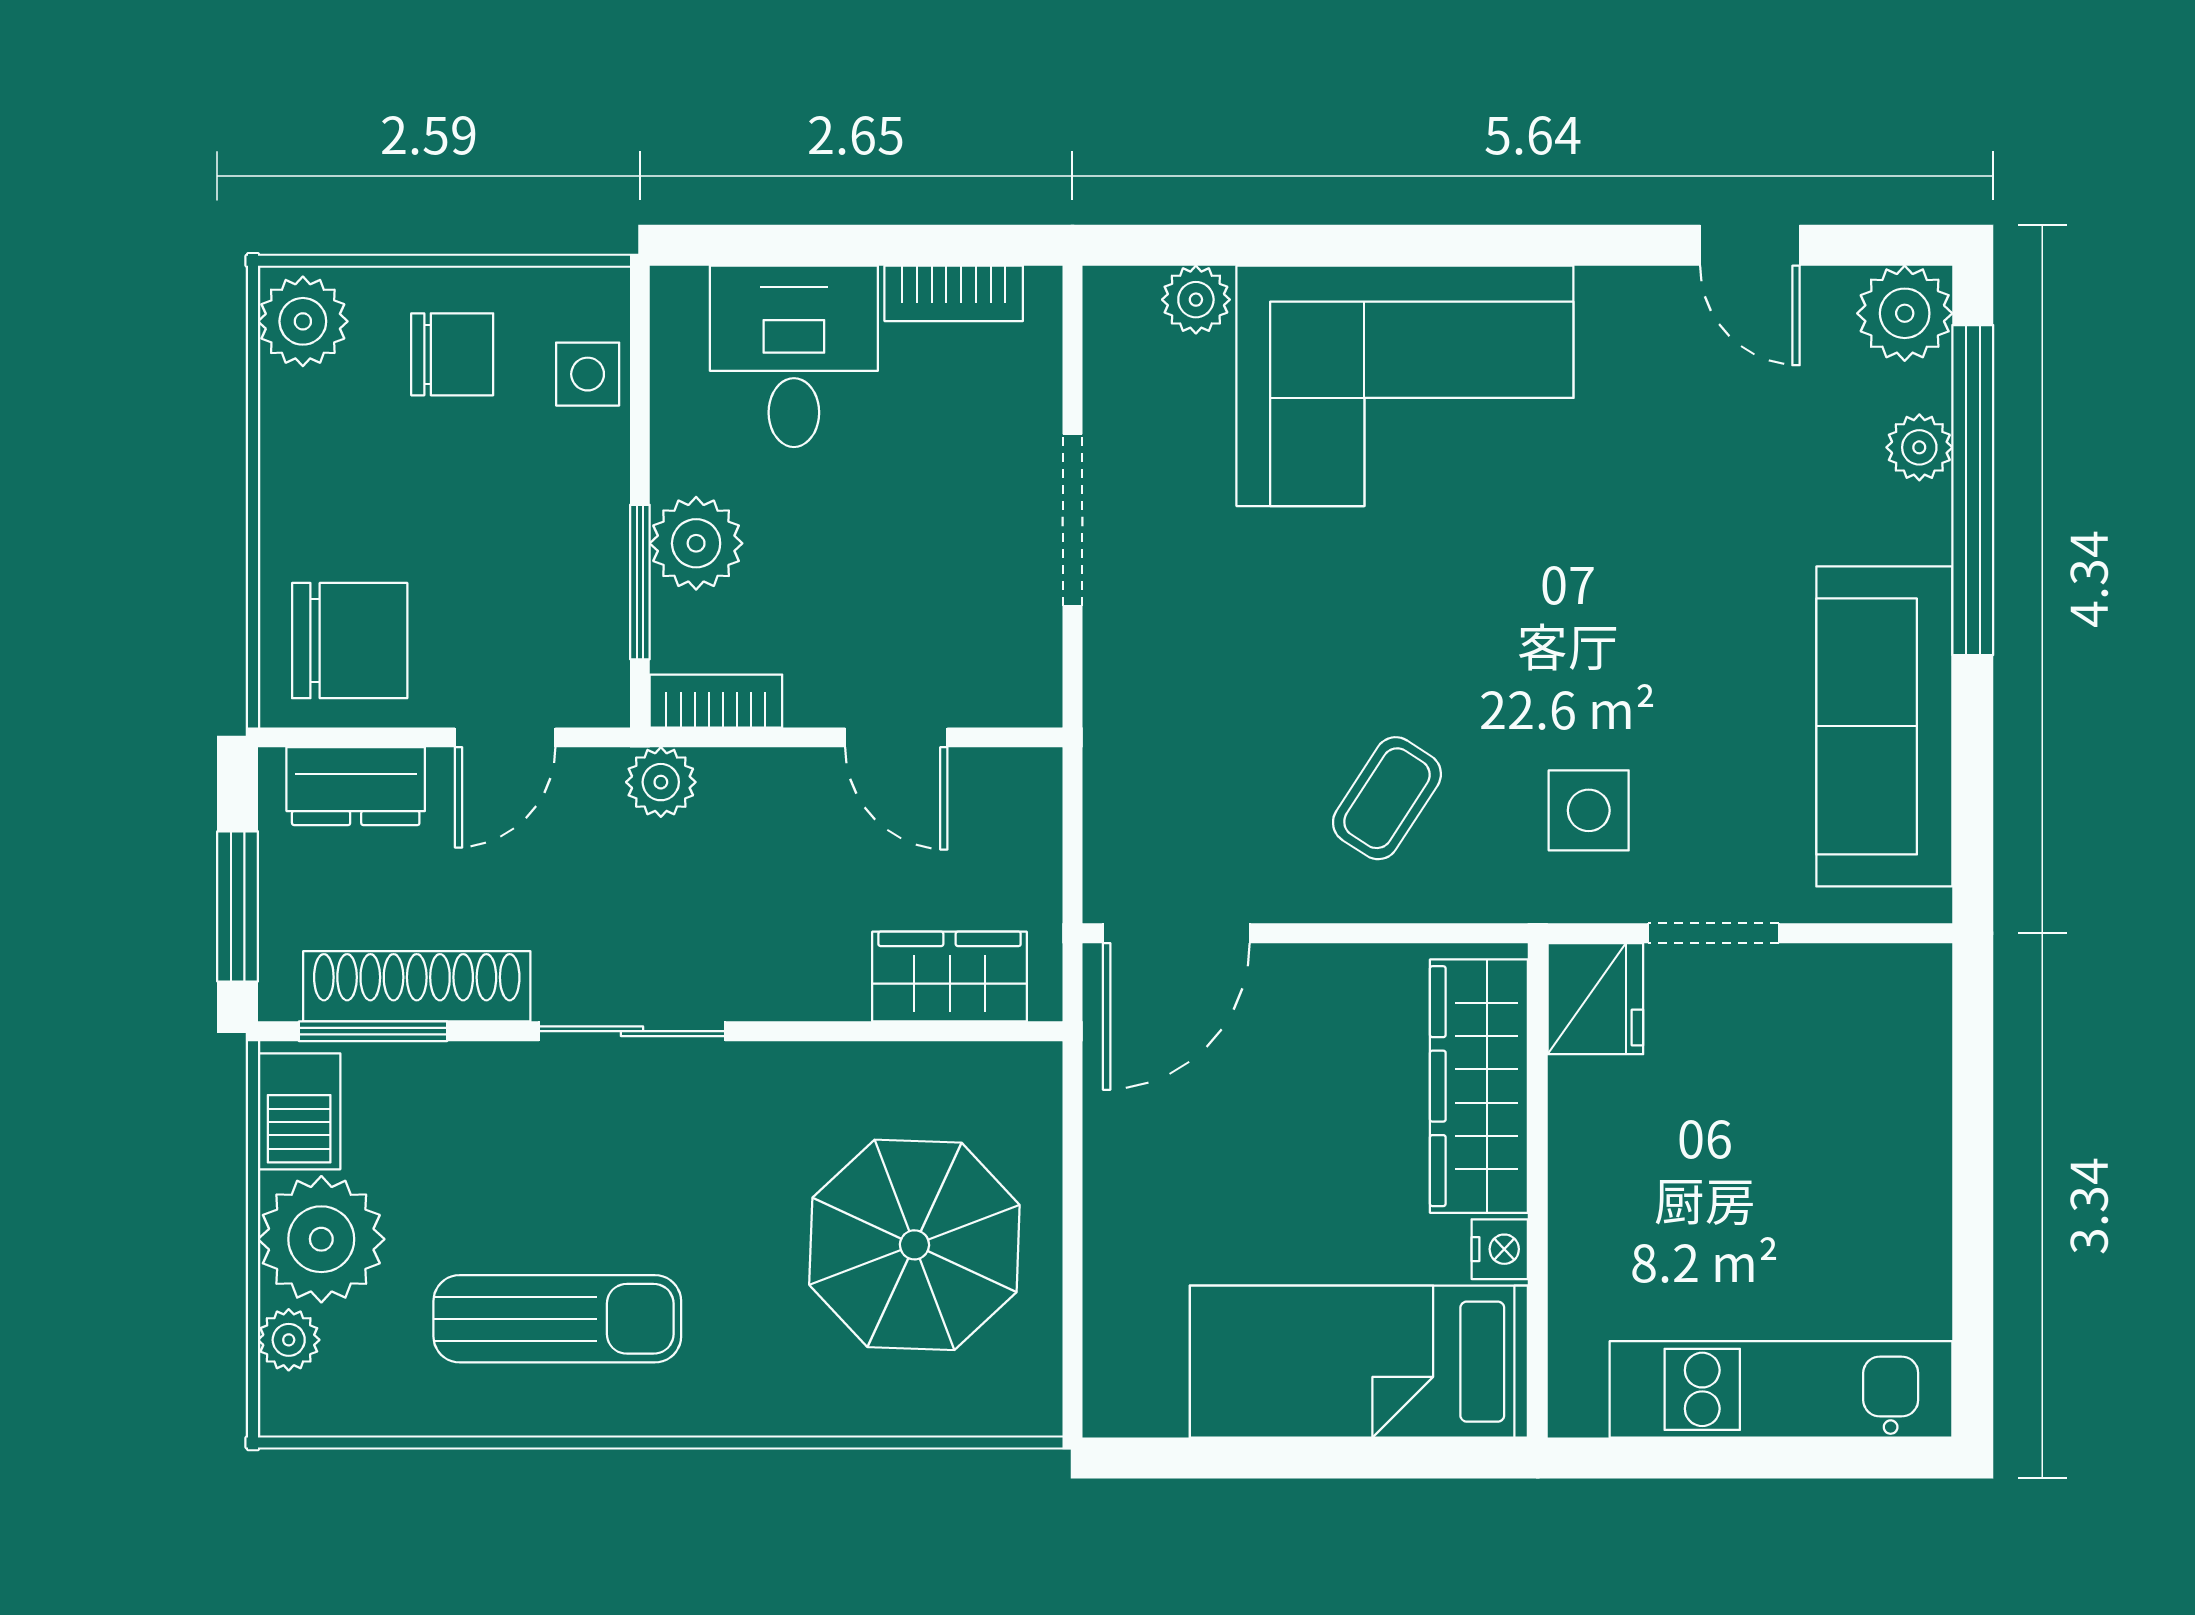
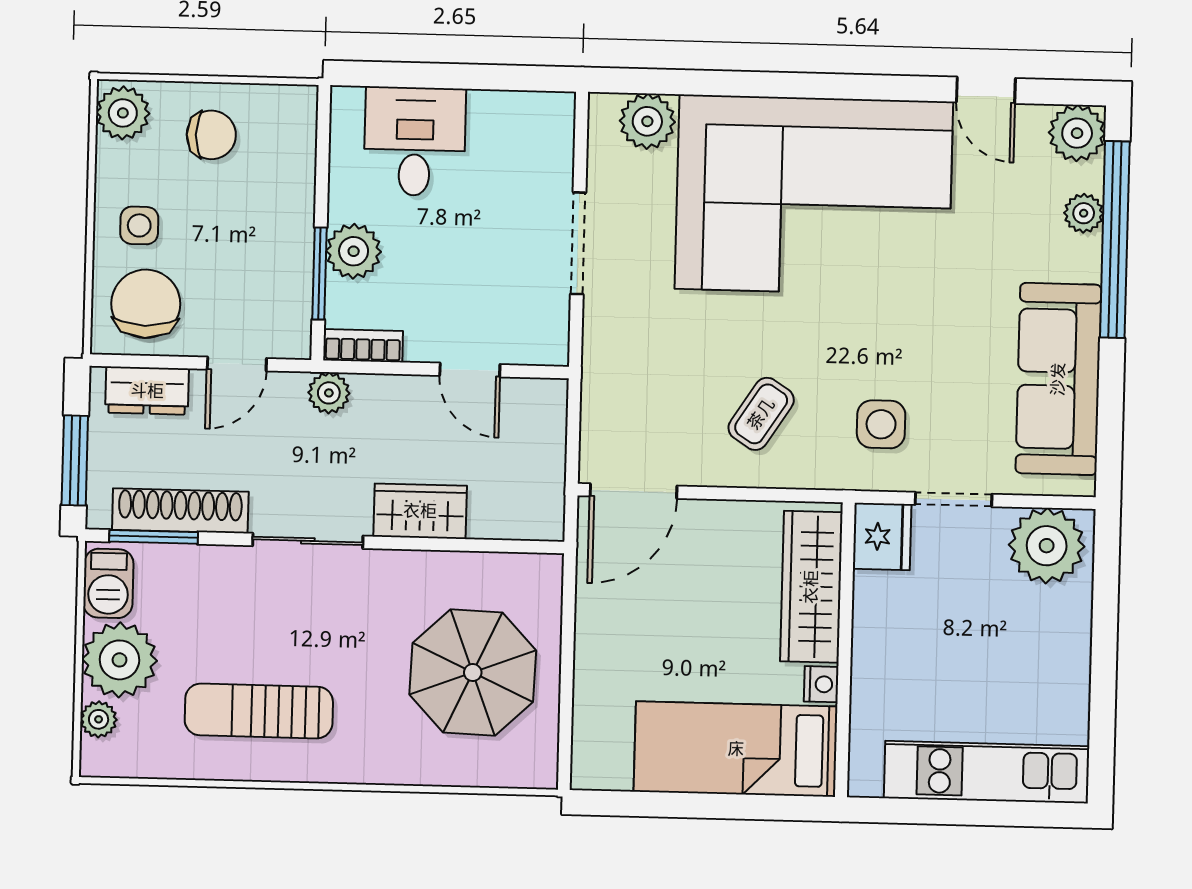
bookcase: (954, 293) -> (511, 106), removed
plant: (1196, 300) -> (647, 121), width x1.38, depth x1.38
side table: (588, 374) -> (139, 225), moved
corner sofa: (1405, 386) -> (814, 195), width x1.36, depth x1.36
chair: (350, 641) -> (146, 304), turned -90
wardrobe: (950, 977) -> (420, 511), moved
plant: (1872, 1007) -> (1047, 546), added
sun lounger: (557, 1319) -> (259, 711), turned 180

